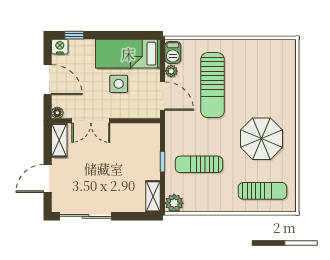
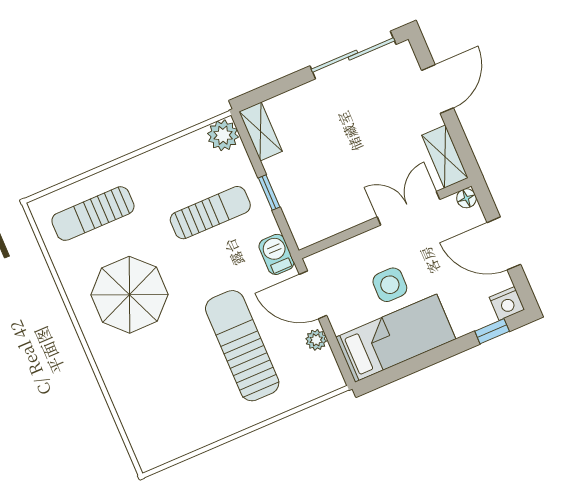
barbecue: (173, 52) -> (276, 254), moved

